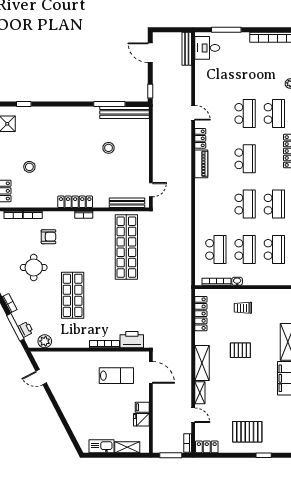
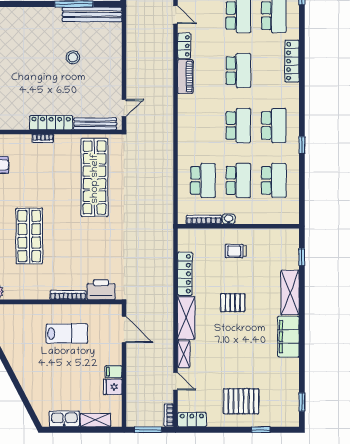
locker: (75, 202) -> (51, 123), moved
locker: (201, 314) -> (185, 274), moved
lab bench: (116, 376) -> (67, 334), moved

